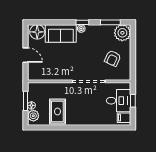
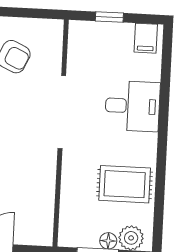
desk: (119, 101) -> (133, 106), moved, turned 90

